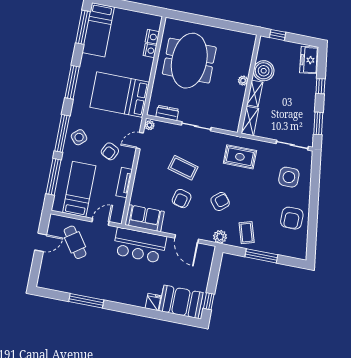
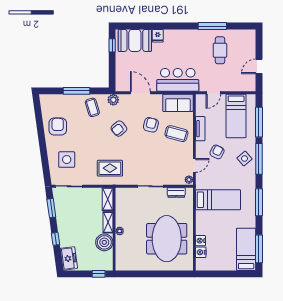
bed: (120, 95) -> (218, 200), width x0.67
coffee table: (183, 168) -> (176, 134), moved
cafe table: (75, 242) -> (220, 50), moved, turned 35

